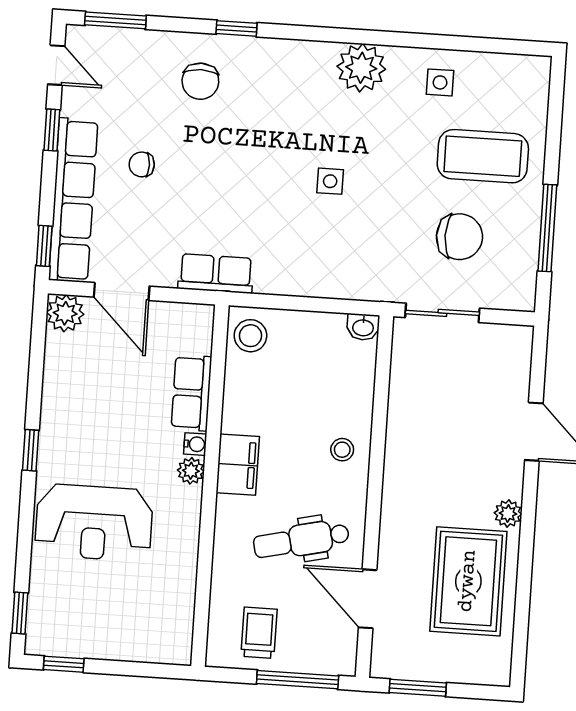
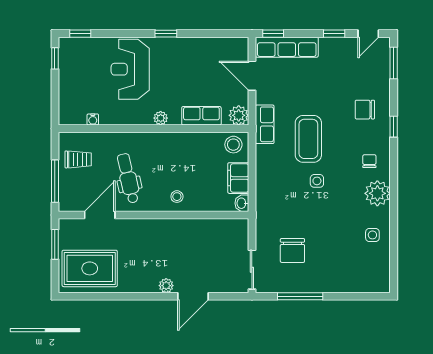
coffee table: (483, 156) -> (308, 139), moved
chair: (142, 164) -> (369, 161), moved
row of seats: (73, 200) -> (287, 47), width x0.73
door: (122, 292) -> (252, 76), hinge flipped
plant: (65, 313) -> (239, 115), moved
sliding door: (442, 313) -> (252, 270), moved
water cooler: (195, 444) -> (93, 119), moved
filing cabinet: (238, 465) -> (238, 178), moved, turned 90
plant: (508, 514) -> (166, 286), moved
rug: (468, 581) -> (90, 268), moved

